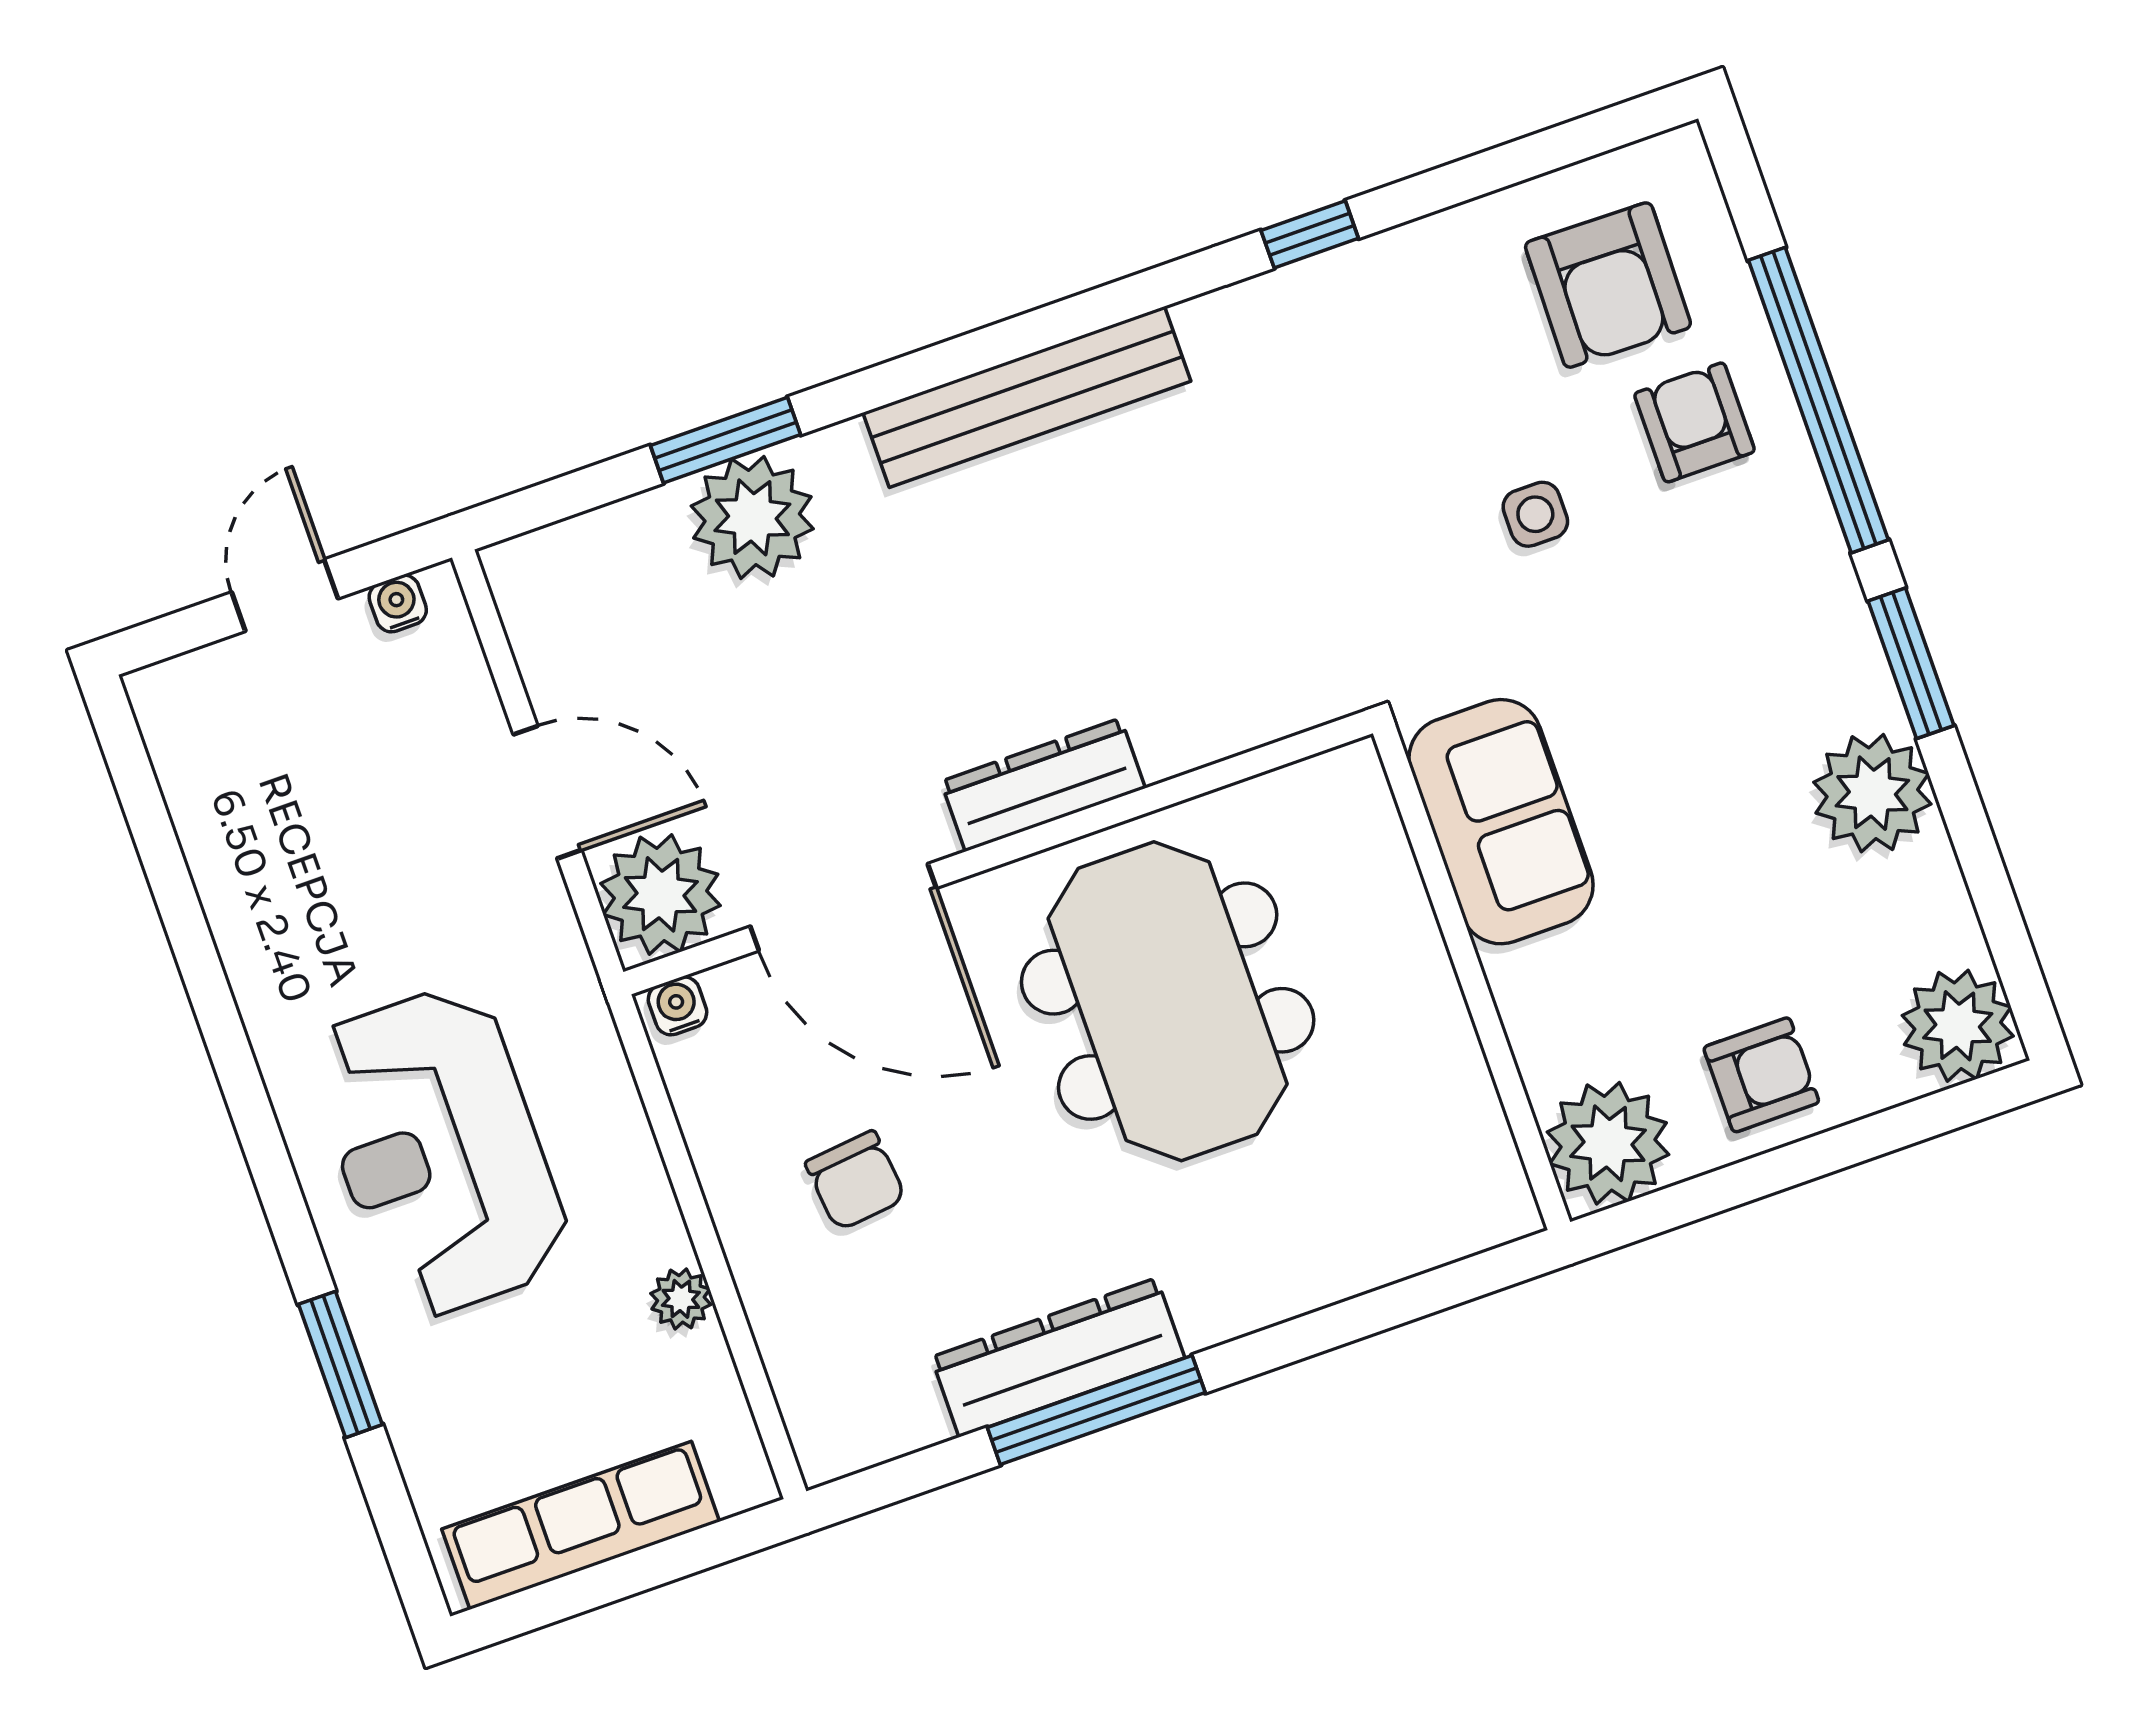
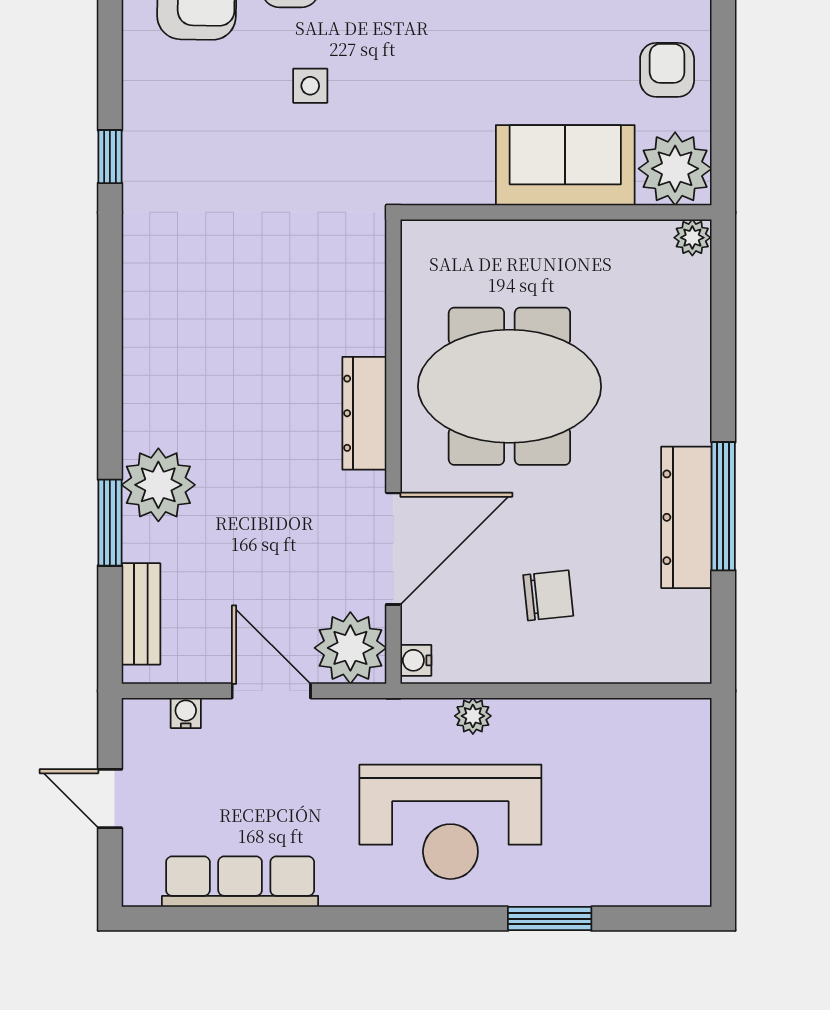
bench: (1027, 397) -> (141, 614), moved, width x0.54, depth x0.82
plant: (752, 517) -> (158, 485), moved
water cooler: (398, 603) -> (186, 713), moved, turned 90
door: (547, 792) -> (271, 691), hinge flipped
sofa: (1501, 822) -> (565, 165), moved
plant: (1508, 1209) -> (692, 238), added
plant: (681, 1299) -> (473, 716), moved
row of seats: (581, 1525) -> (240, 882), moved, turned 90

